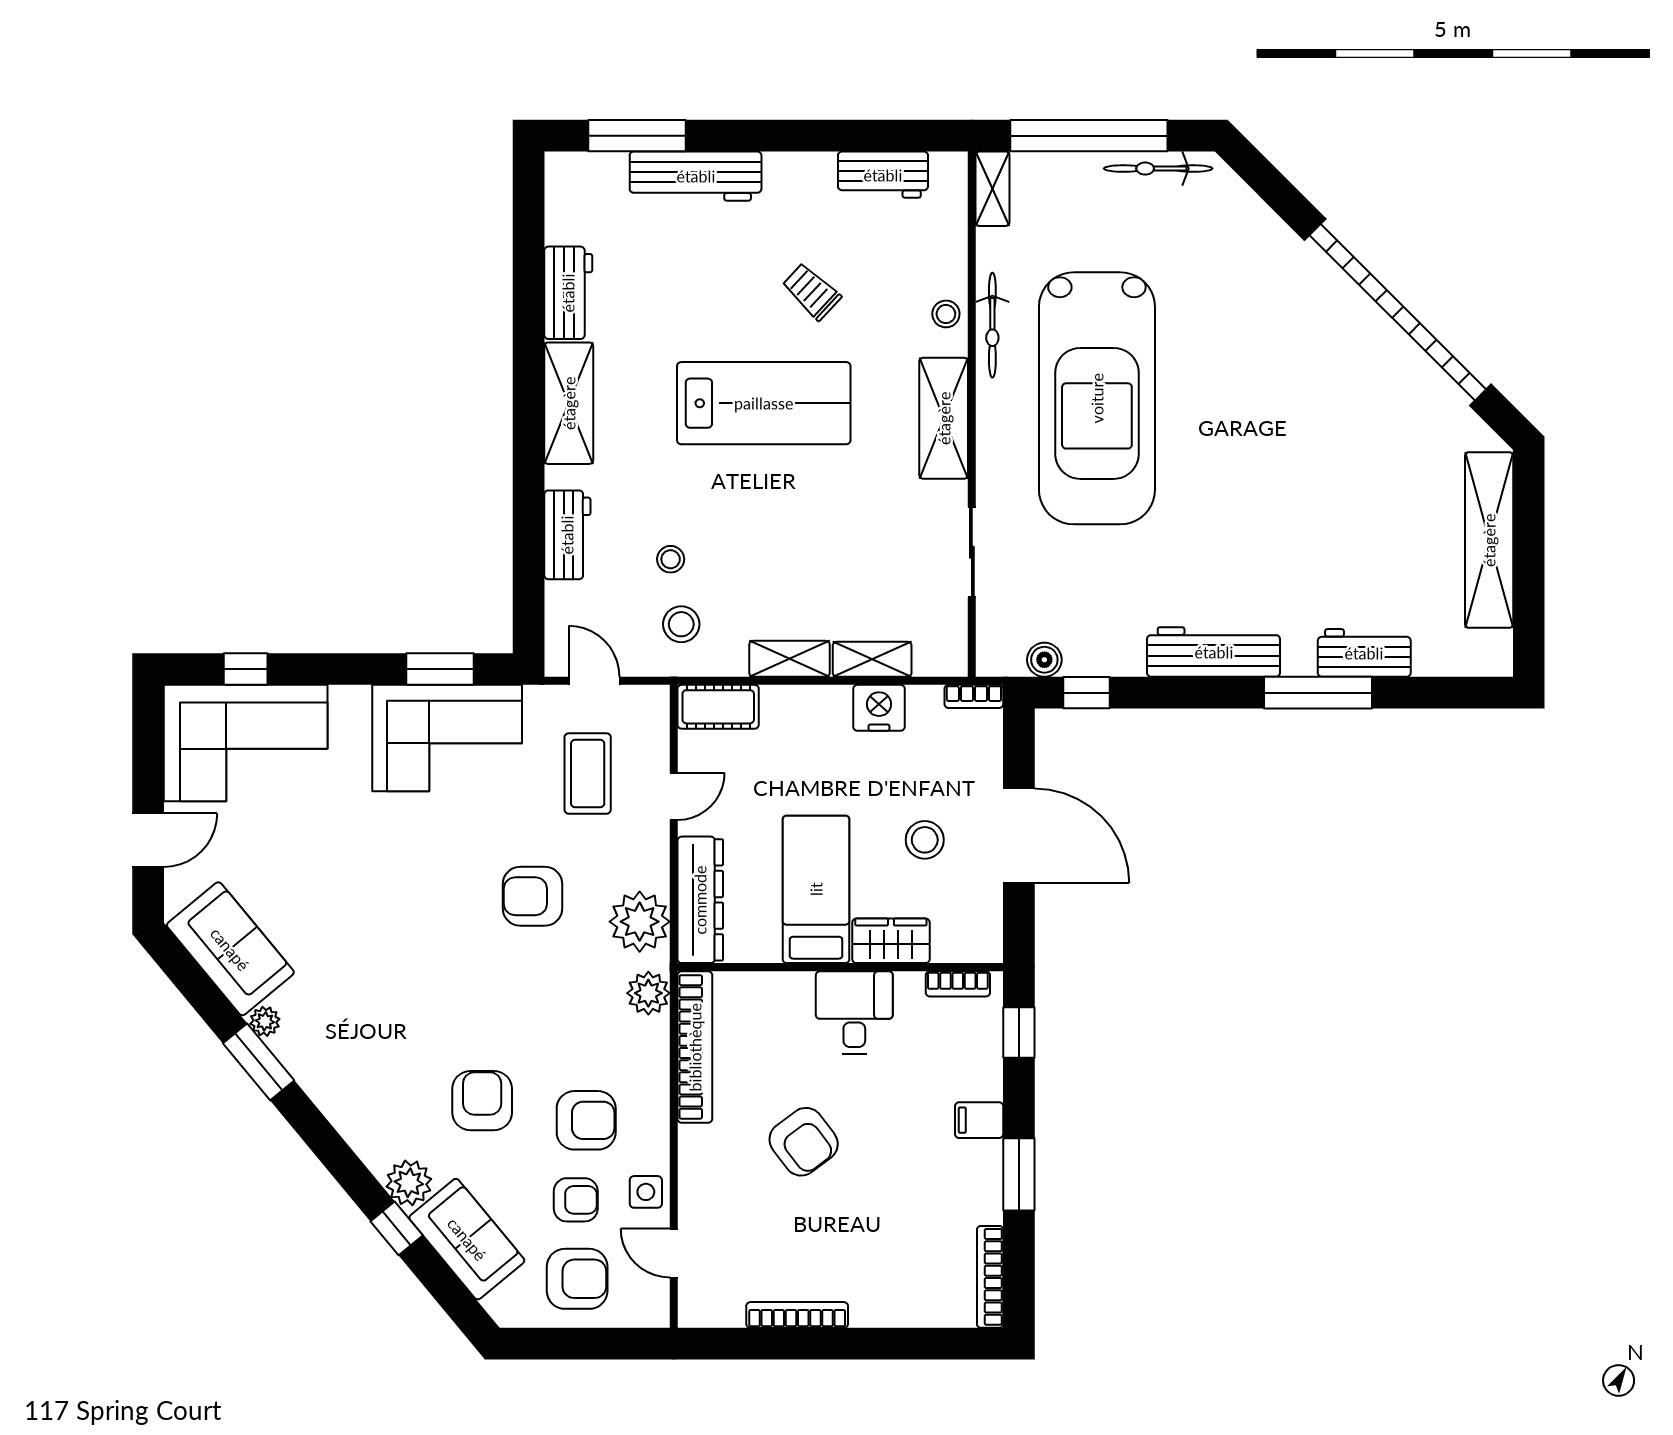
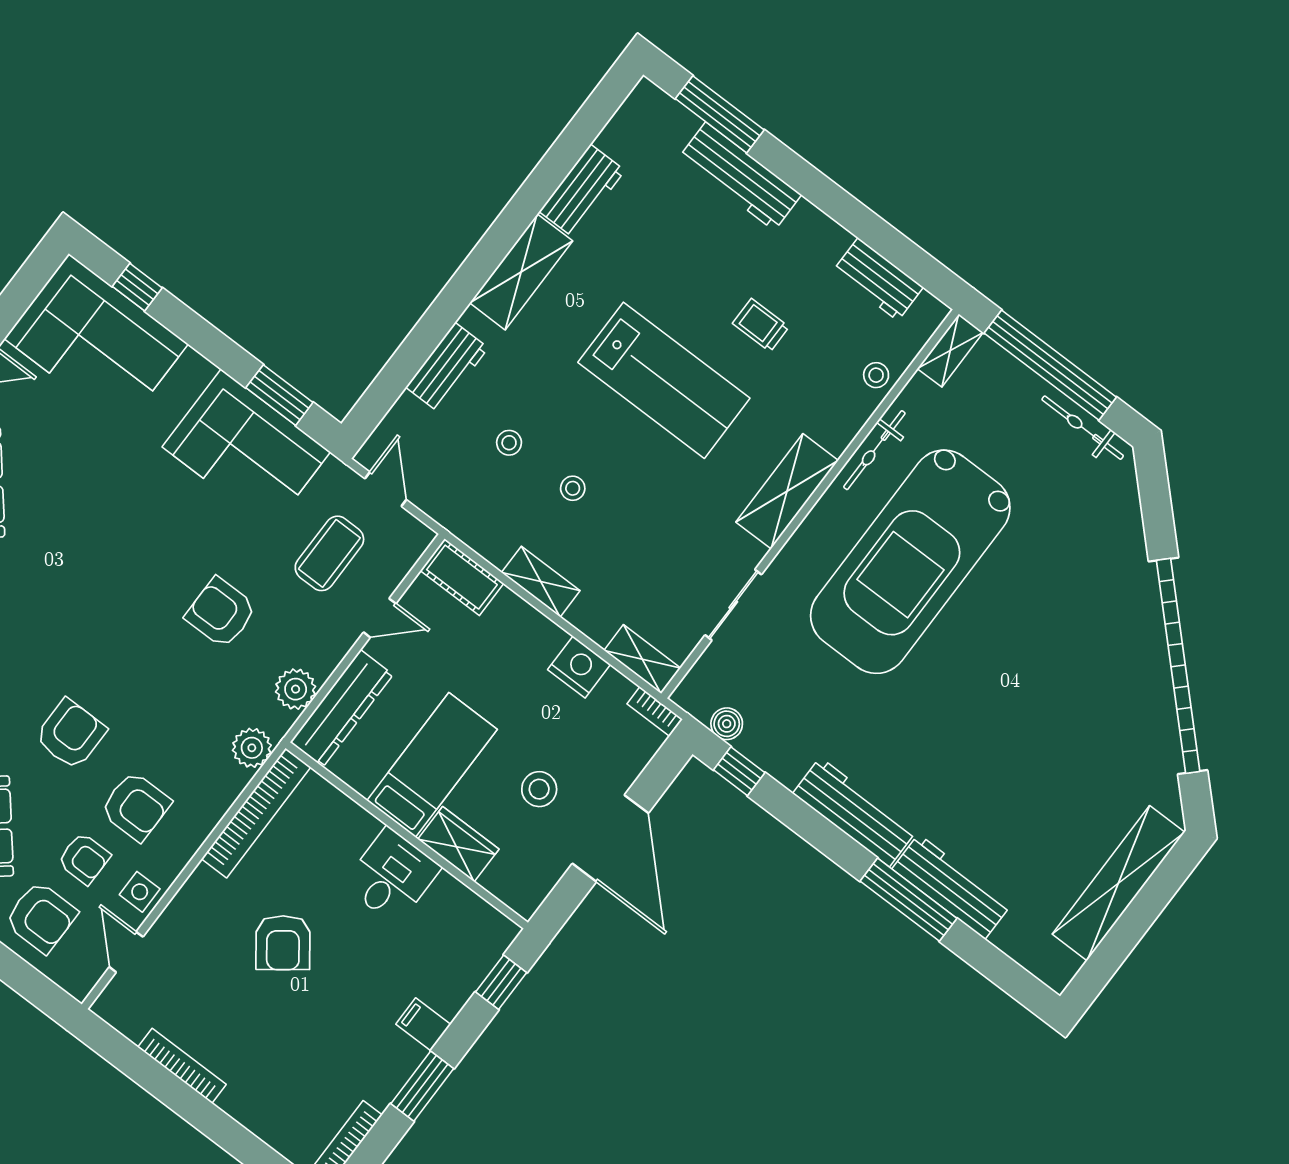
trolley: (811, 292) -> (761, 325), turned -43
stool: (946, 314) -> (876, 375), moved
stool: (681, 624) -> (573, 488), moved, width x0.73, depth x0.73
workbench: (1364, 653) -> (952, 887), width x1.37
shelving: (872, 659) -> (642, 659), moved
plant: (640, 922) -> (296, 689), width x0.73, depth x0.73
bookcase: (958, 984) -> (483, 913), removed

